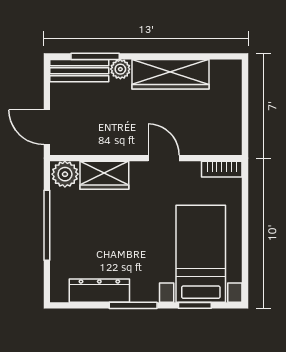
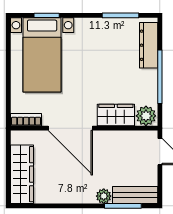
wardrobe: (170, 74) -> (22, 174), moved, turned 90
door: (164, 158) -> (70, 128), width x1.87
dresser: (99, 291) -> (149, 45), moved, turned 90
window: (133, 305) -> (121, 15), moved

